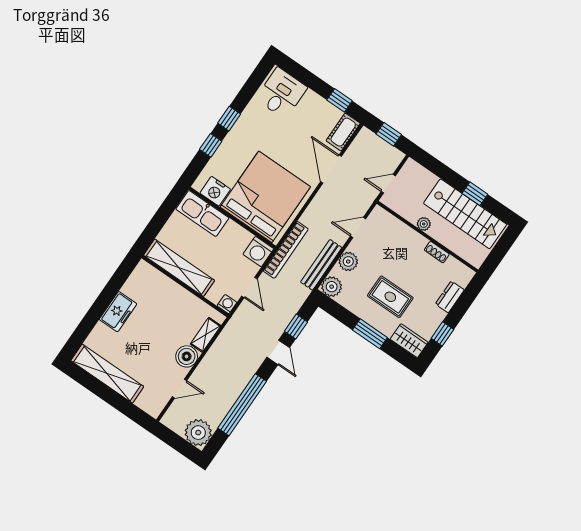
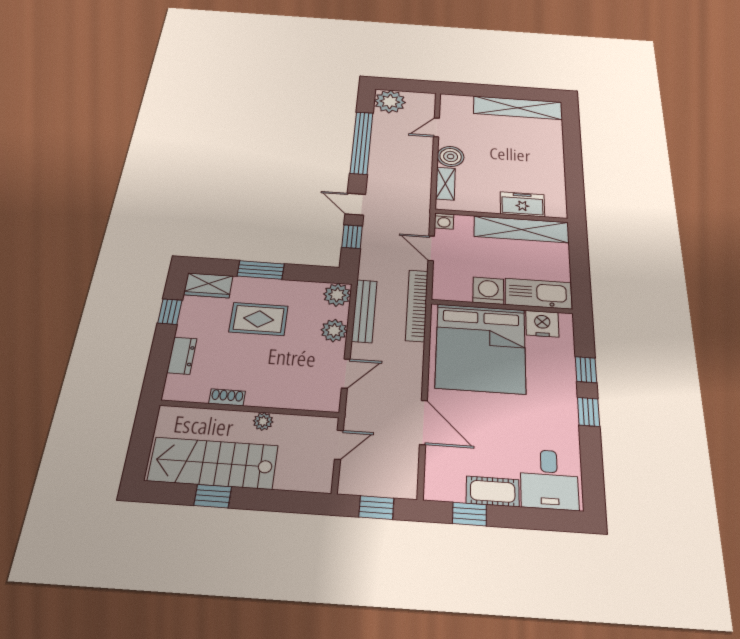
cot: (343, 132) -> (493, 491), moved, turned 90
washing machine: (258, 252) -> (488, 291), moved
freezer: (118, 312) -> (522, 204), moved, turned 90

